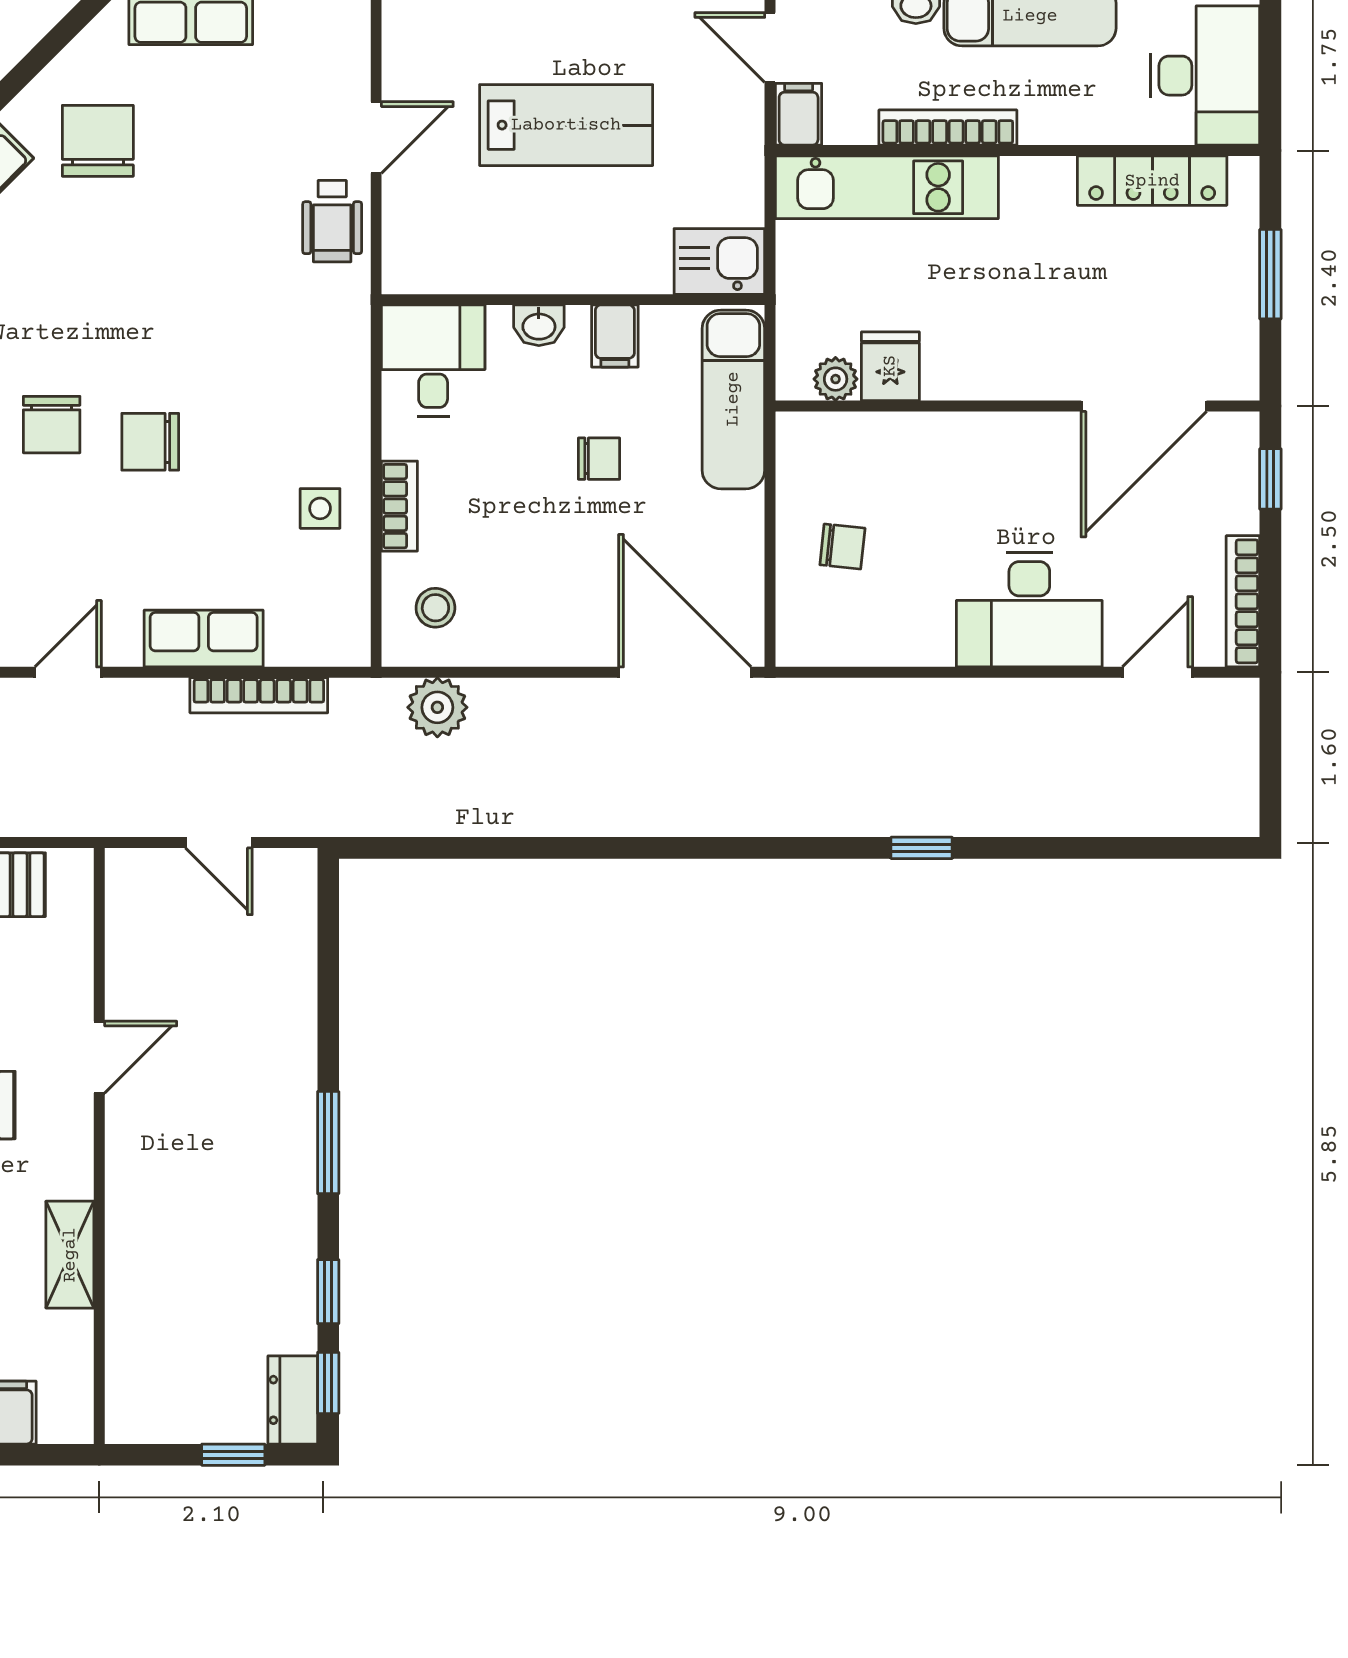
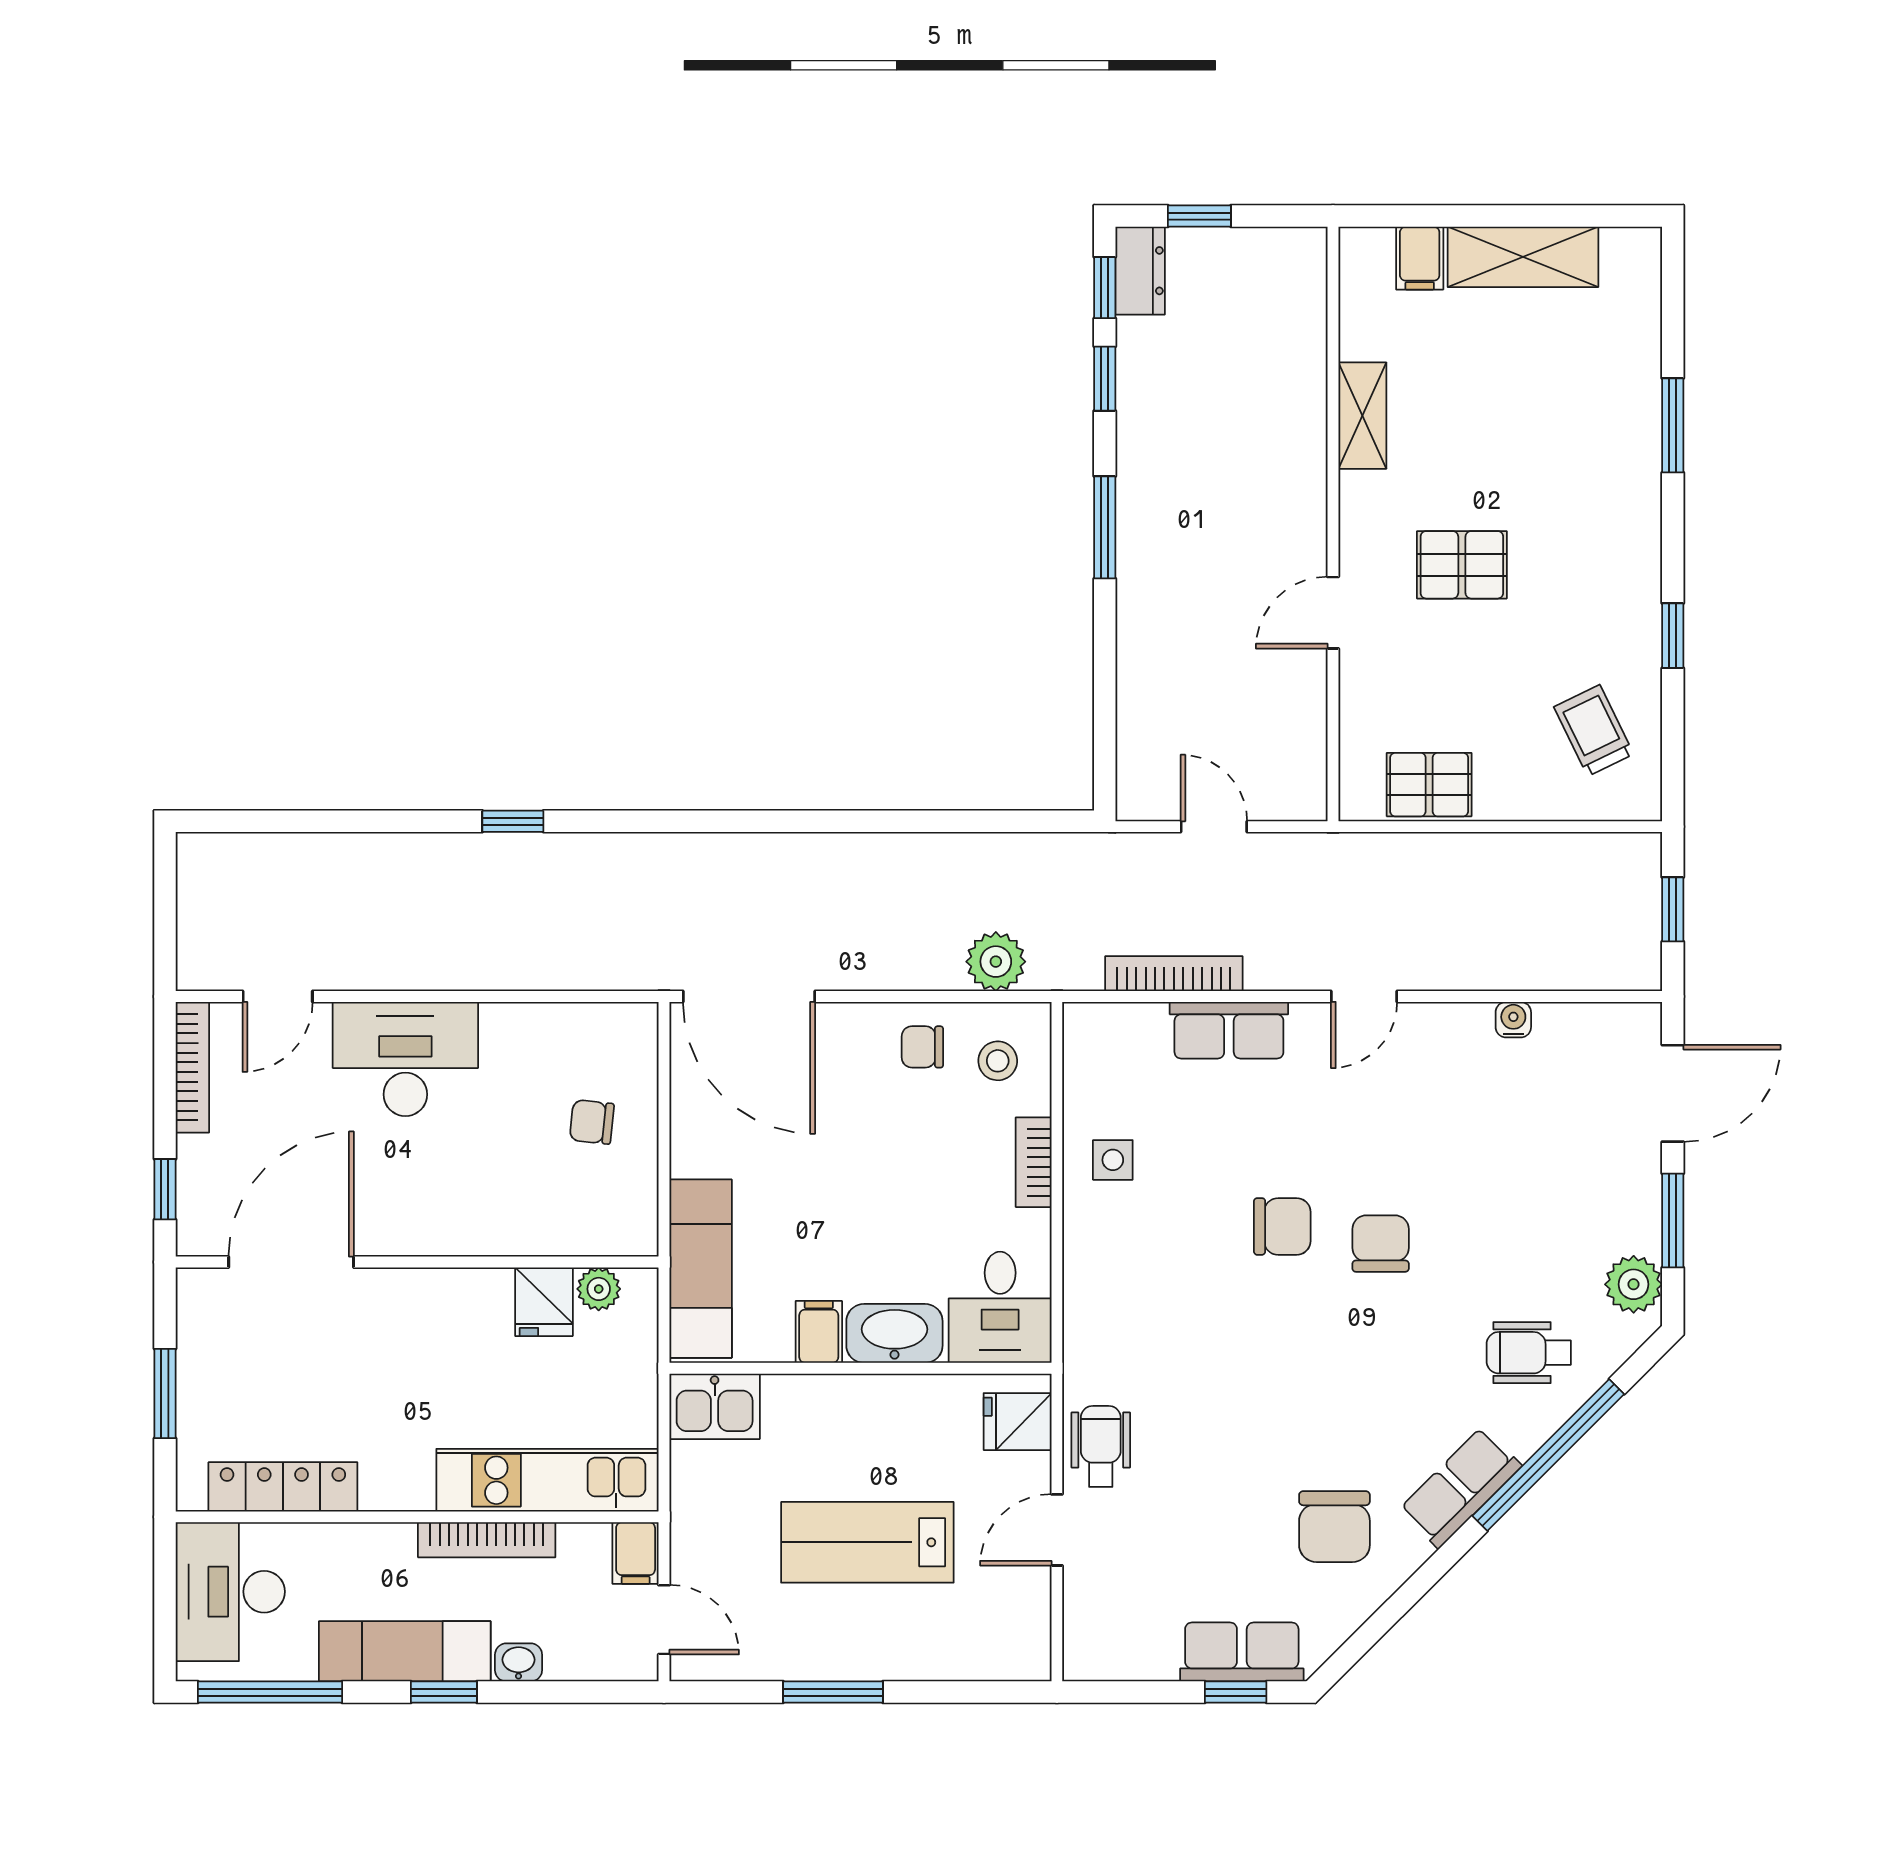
fridge: (416, 246) -> (1018, 1422), added
washbasin: (539, 325) -> (894, 1333), width x1.91, depth x1.45
chair: (599, 459) -> (922, 1047), moved

